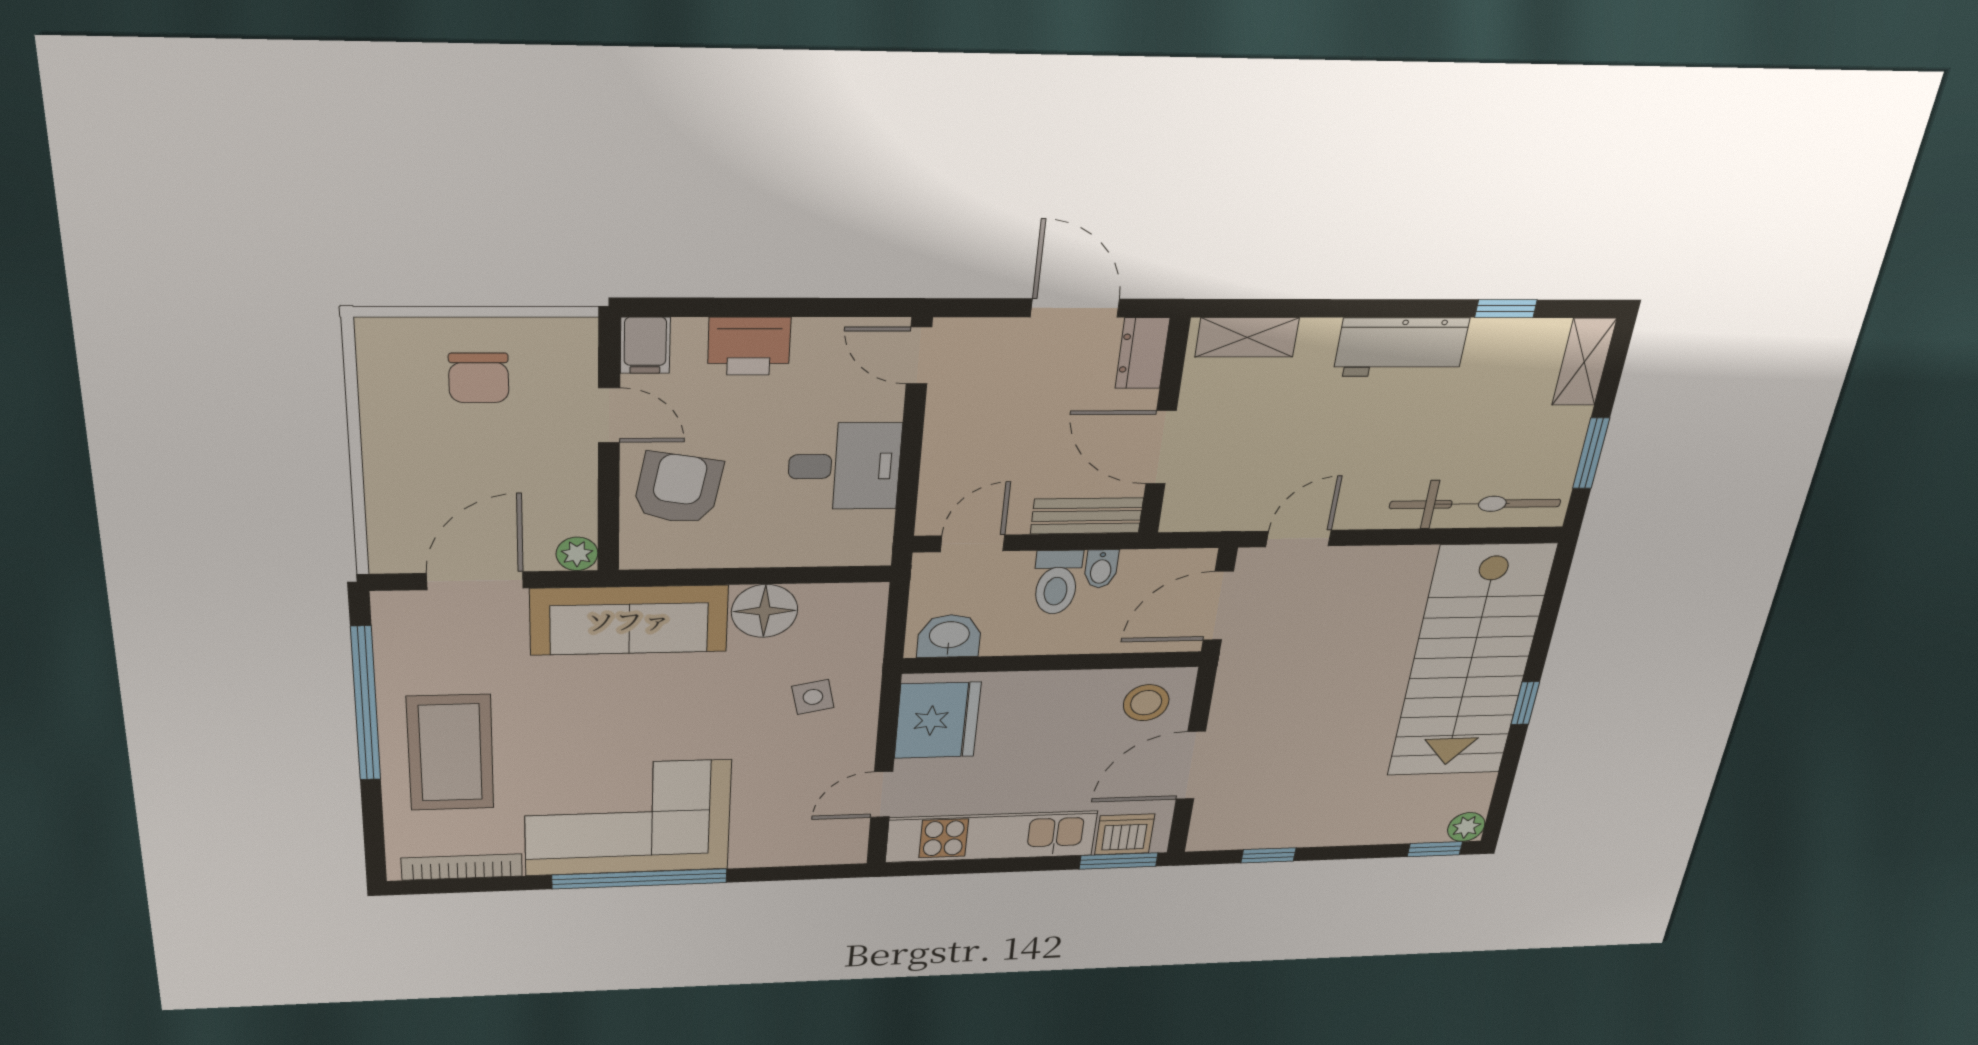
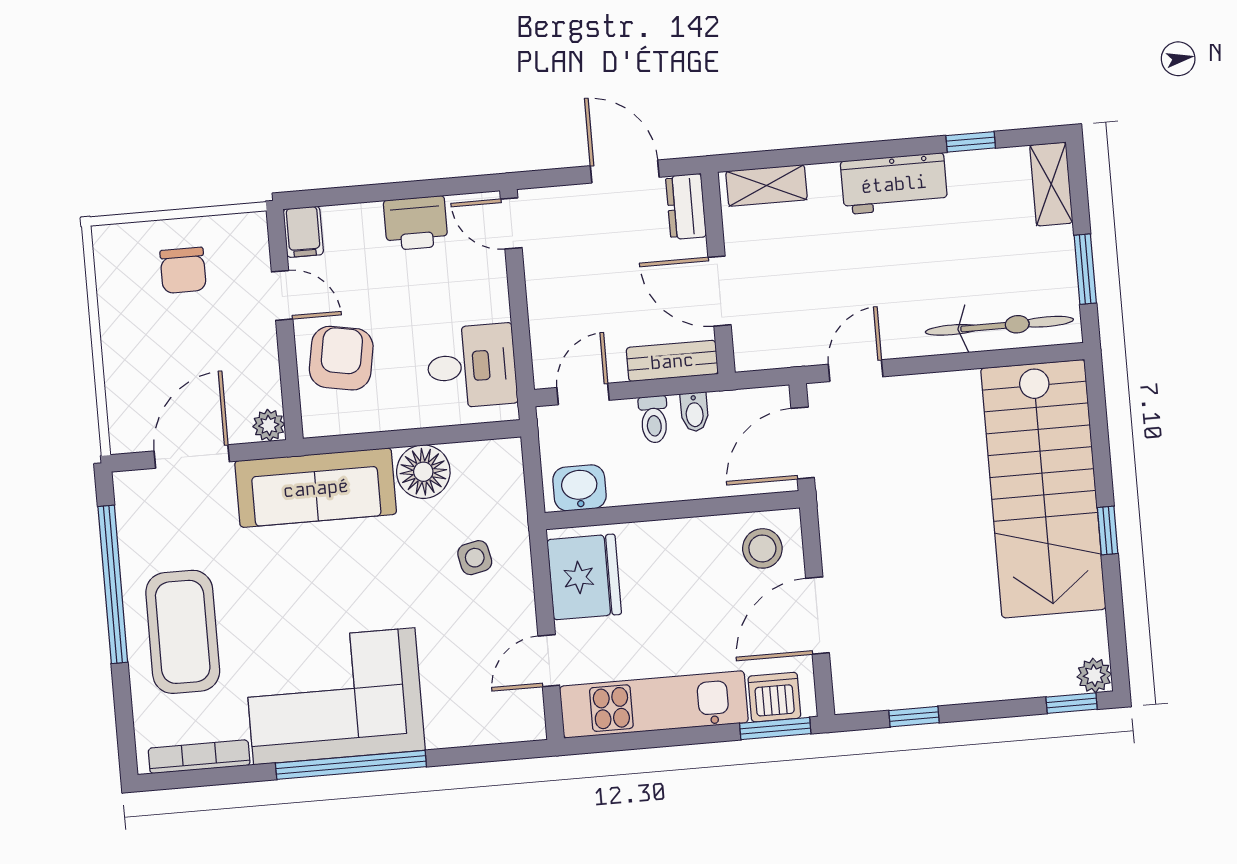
printer: (749, 346) -> (416, 223), moved
desk: (844, 466) -> (472, 366), moved
toilet: (1057, 582) -> (654, 419), width x0.73, depth x0.72

